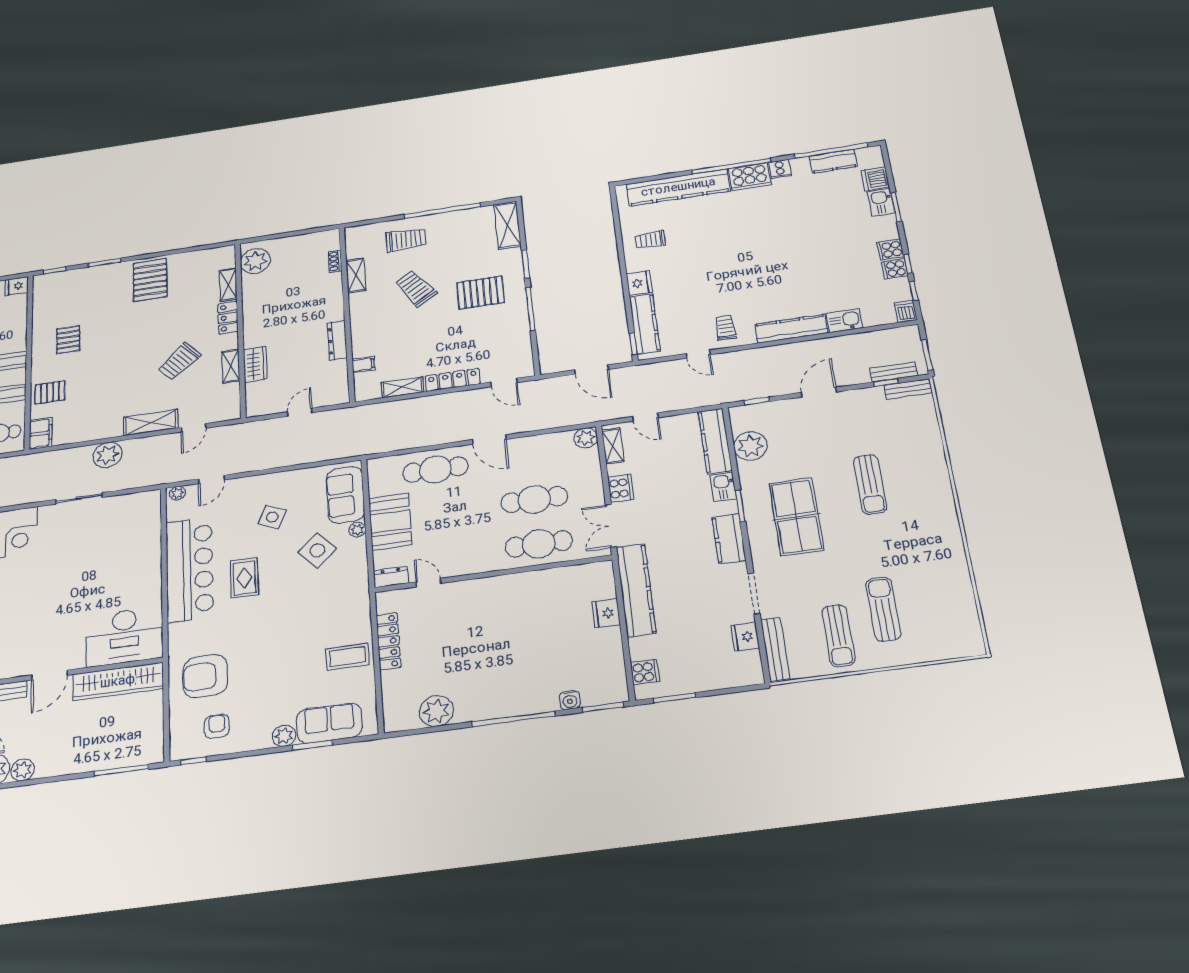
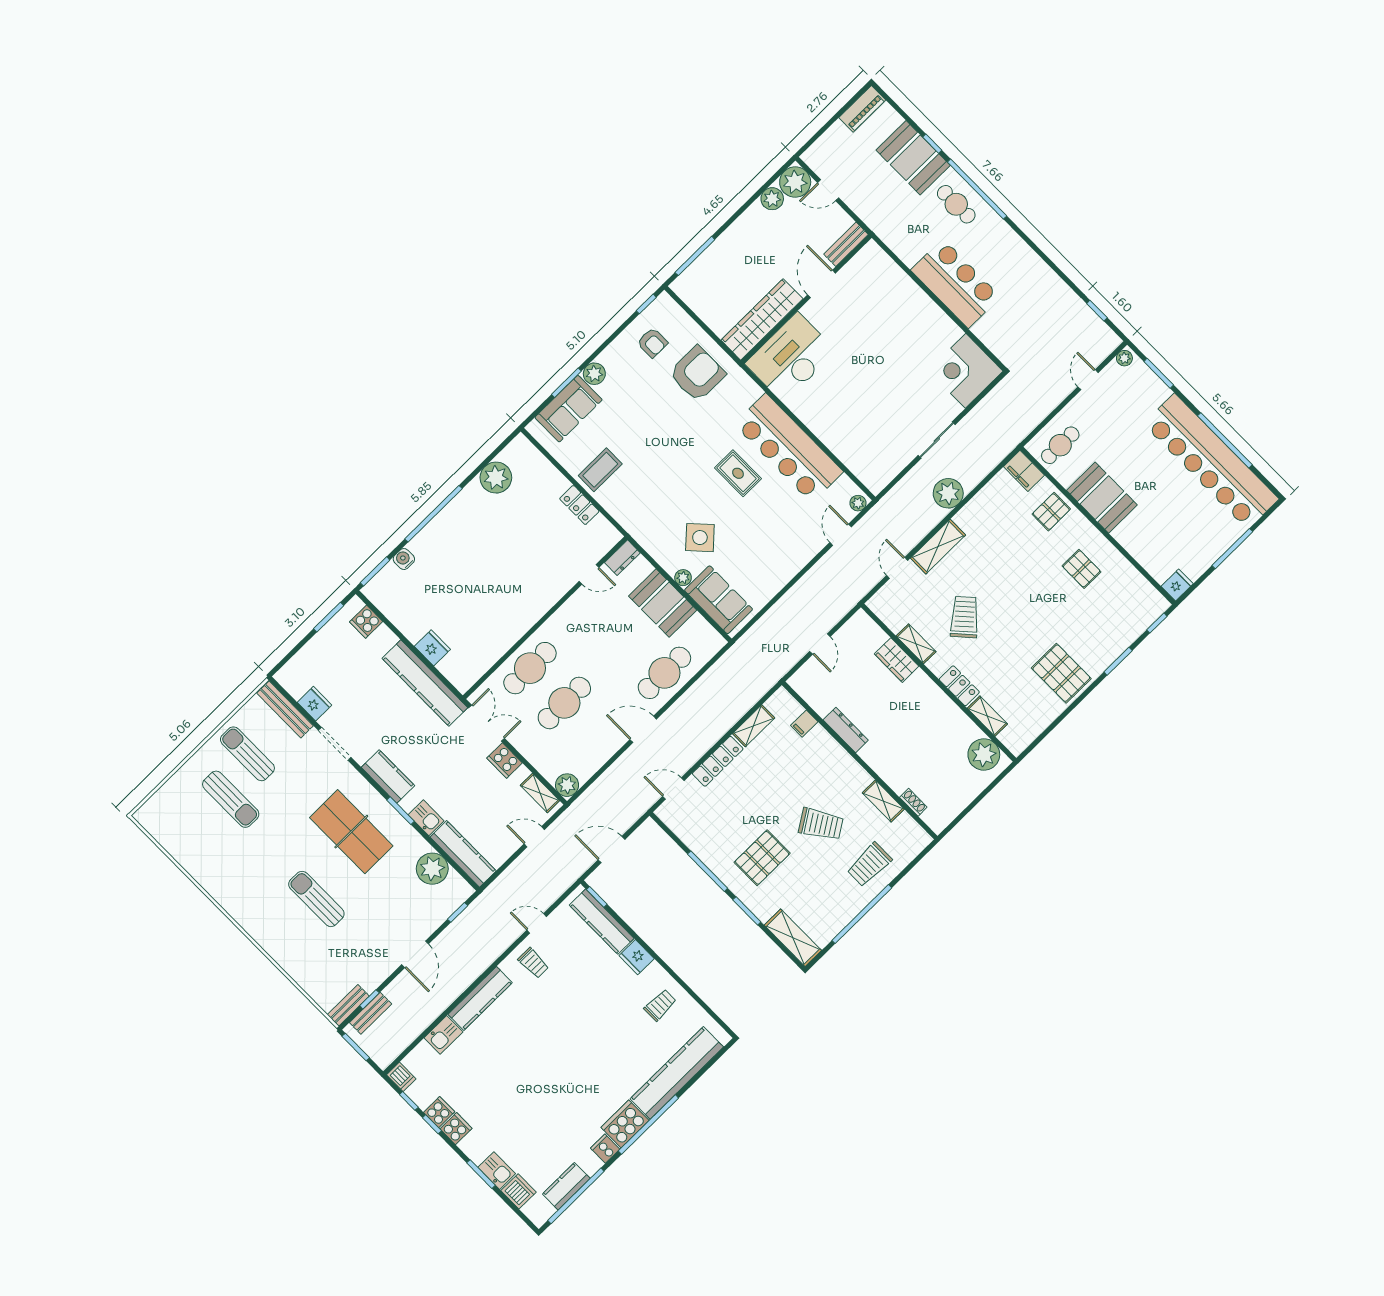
side table: (272, 517) -> (761, 539), removed
locker: (388, 641) -> (579, 505), width x0.66

